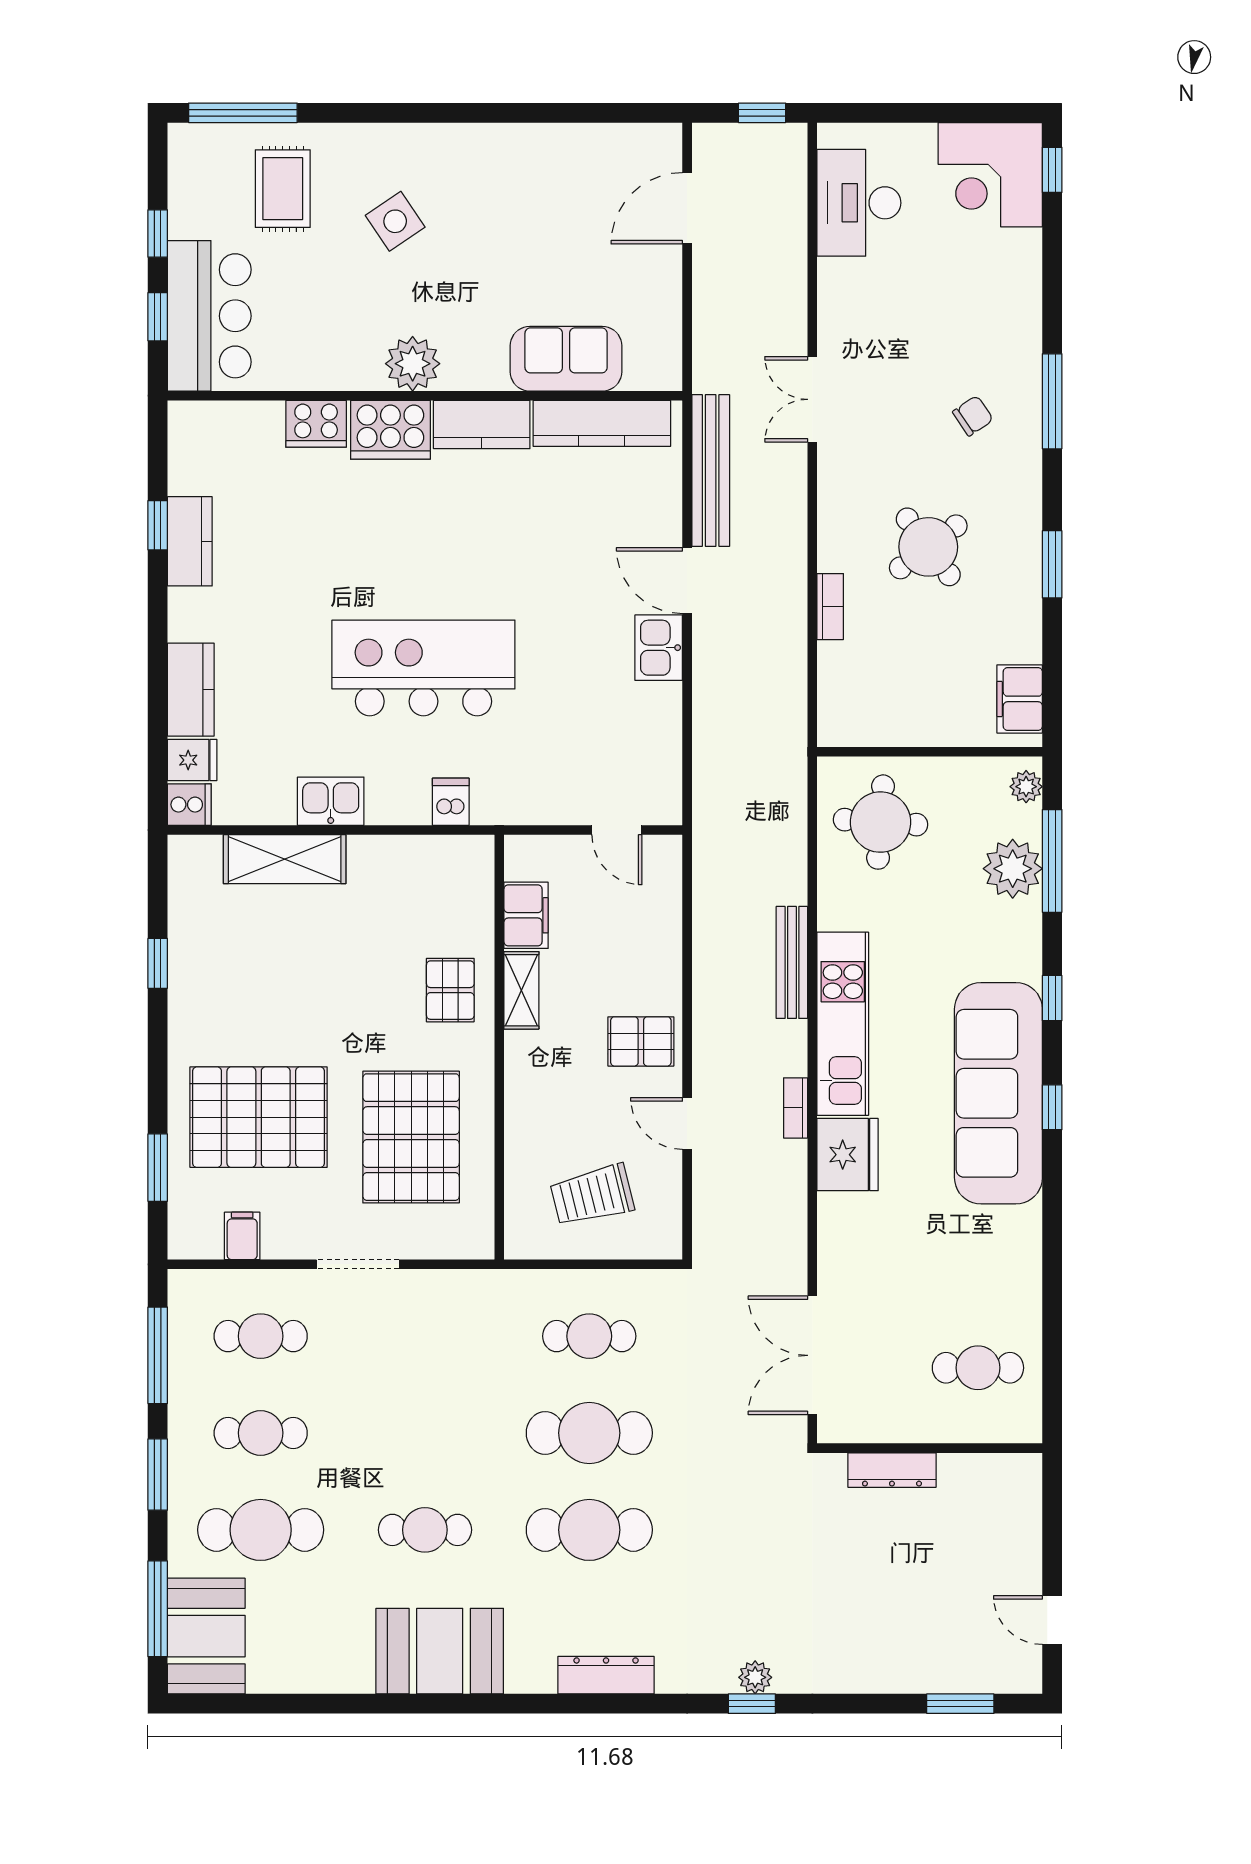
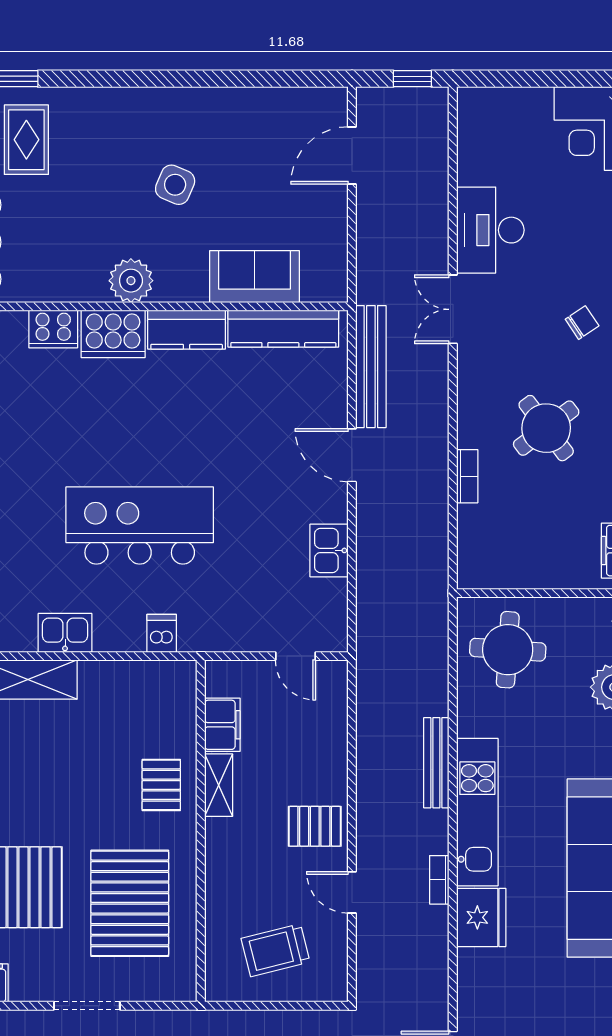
desk: (859, 203) -> (490, 230), moved
side table: (395, 221) -> (175, 185), moved, turned -33
kitchen sink: (659, 648) -> (329, 550), moved

